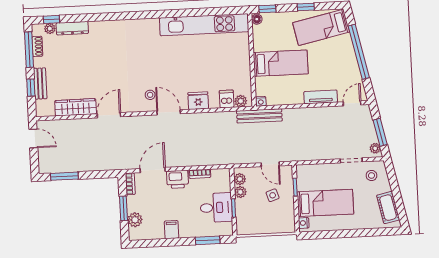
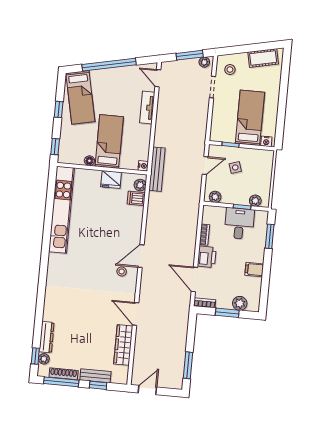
floor lamp: (257, 19) -> (89, 161), moved
shoe rack: (37, 46) -> (64, 374), width x1.43
fridge: (198, 101) -> (111, 179), moved, turned -90
plant: (240, 192) -> (255, 201), moved

